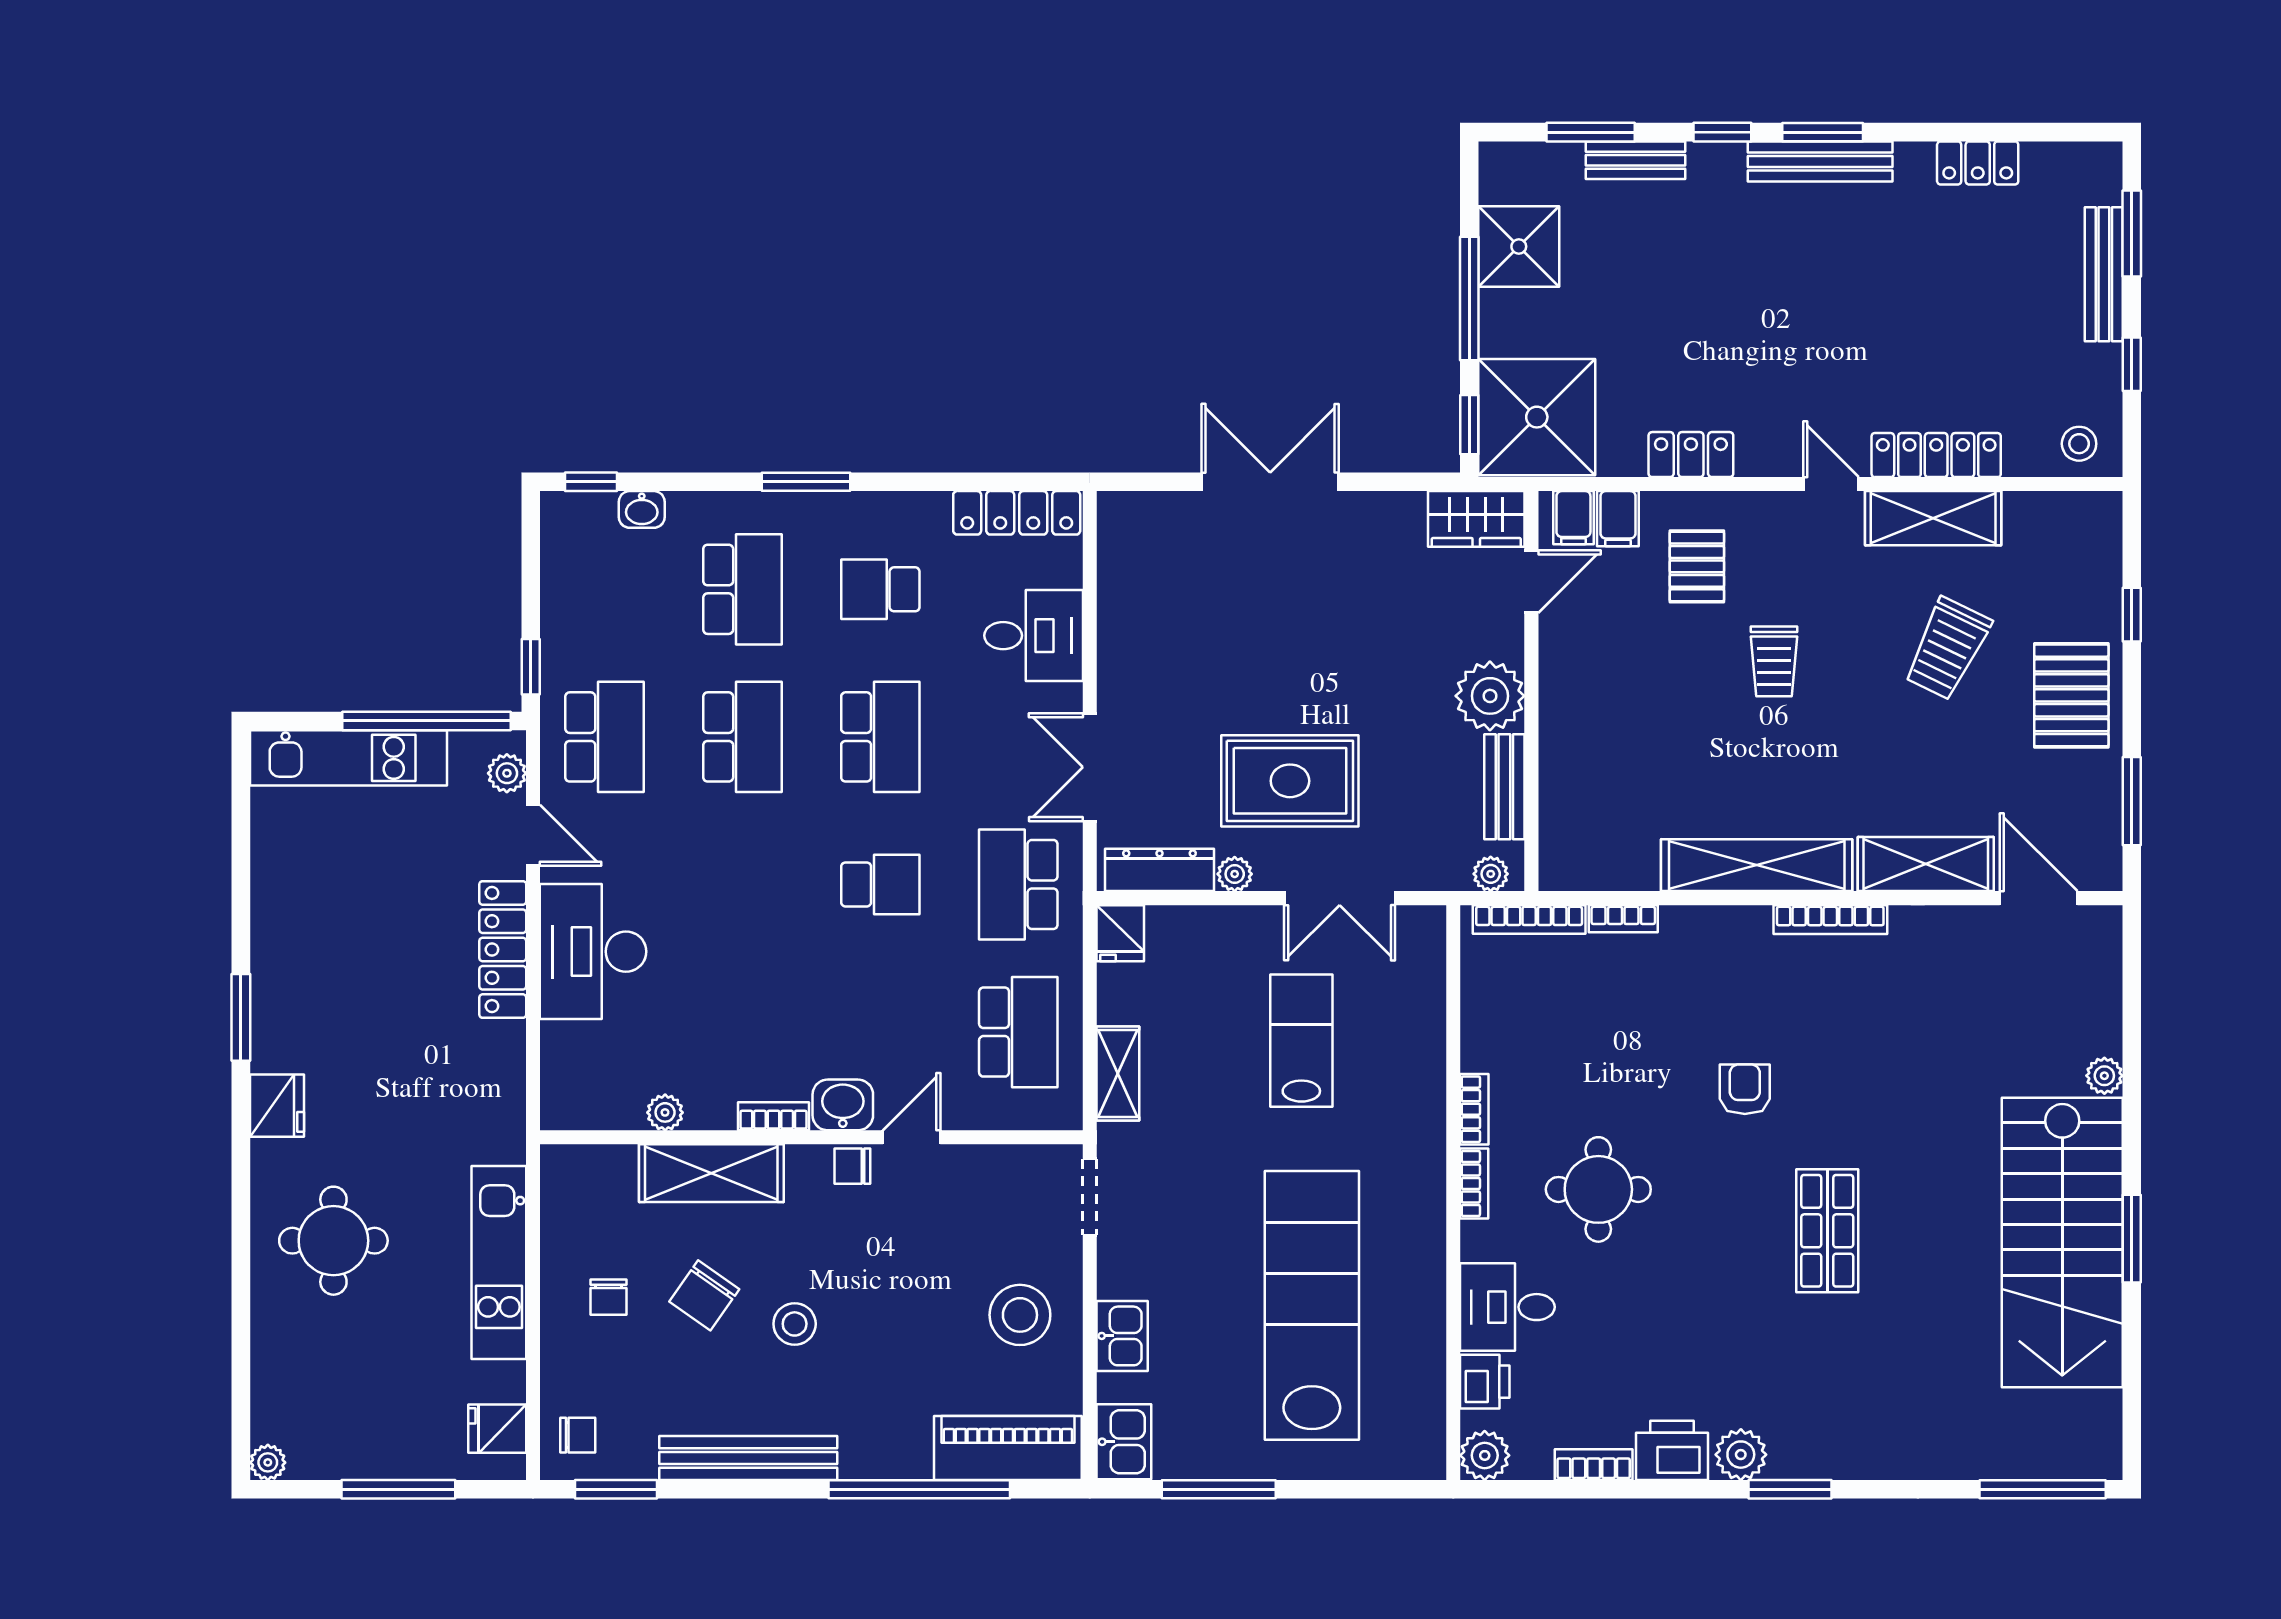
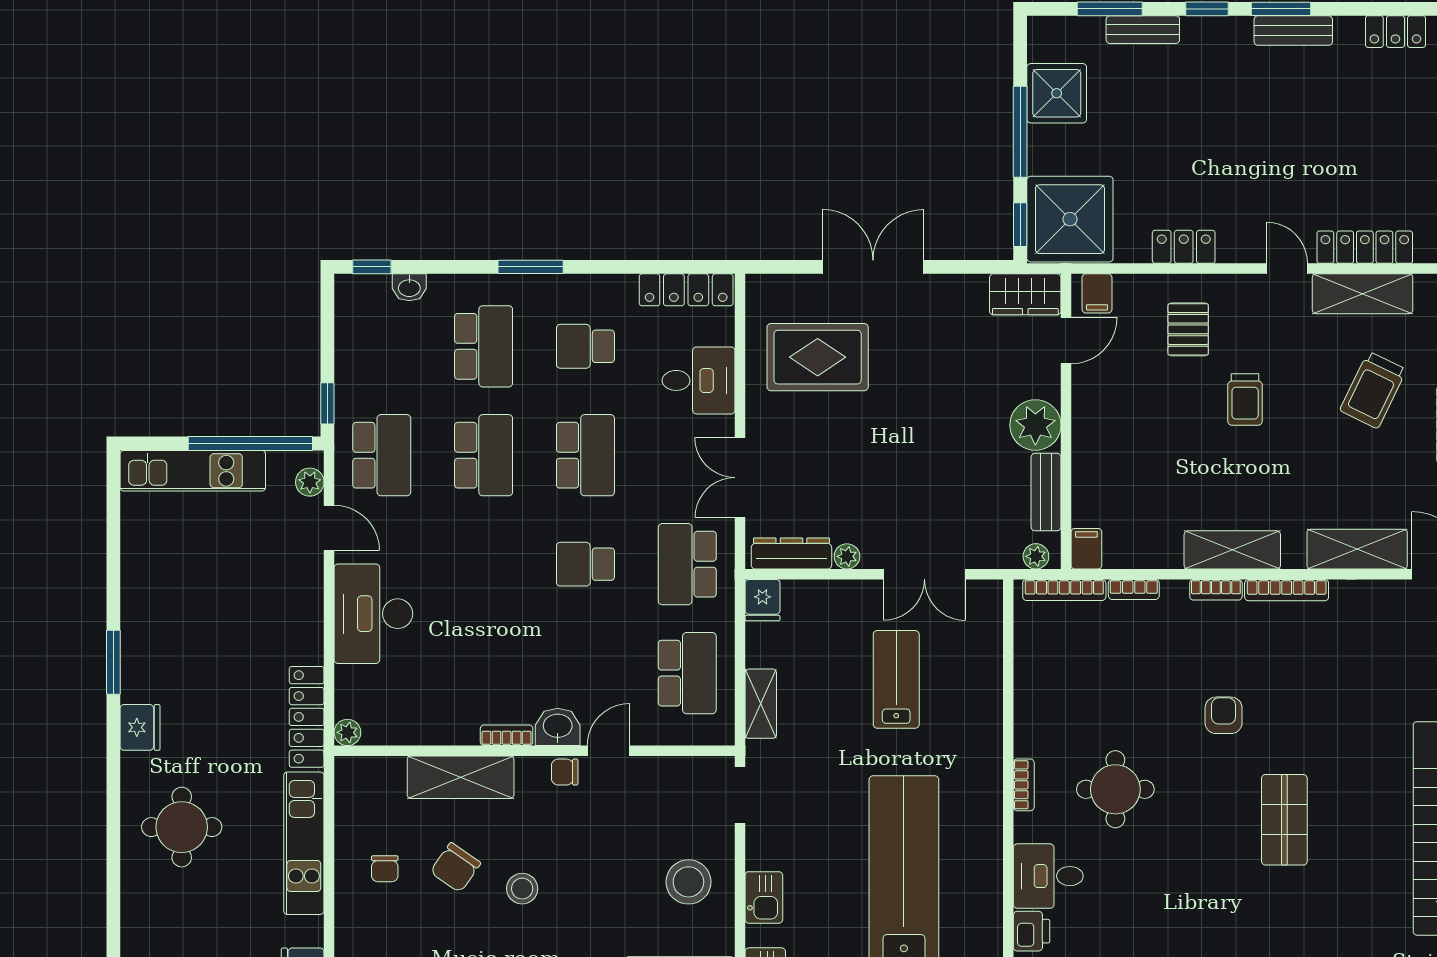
bench: (1820, 162) -> (1293, 31), width x0.73
filing cabinet: (1618, 519) -> (1086, 549), moved, turned 180
rug: (1290, 781) -> (818, 357), moved
shelving: (1757, 865) -> (1232, 550), width x0.68
school desk: (880, 884) -> (585, 564), turned 180
locker: (503, 949) -> (307, 717), moved
bookcase: (1474, 1109) -> (1216, 590), moved, turned 90
plant: (665, 1112) -> (347, 732), moved

